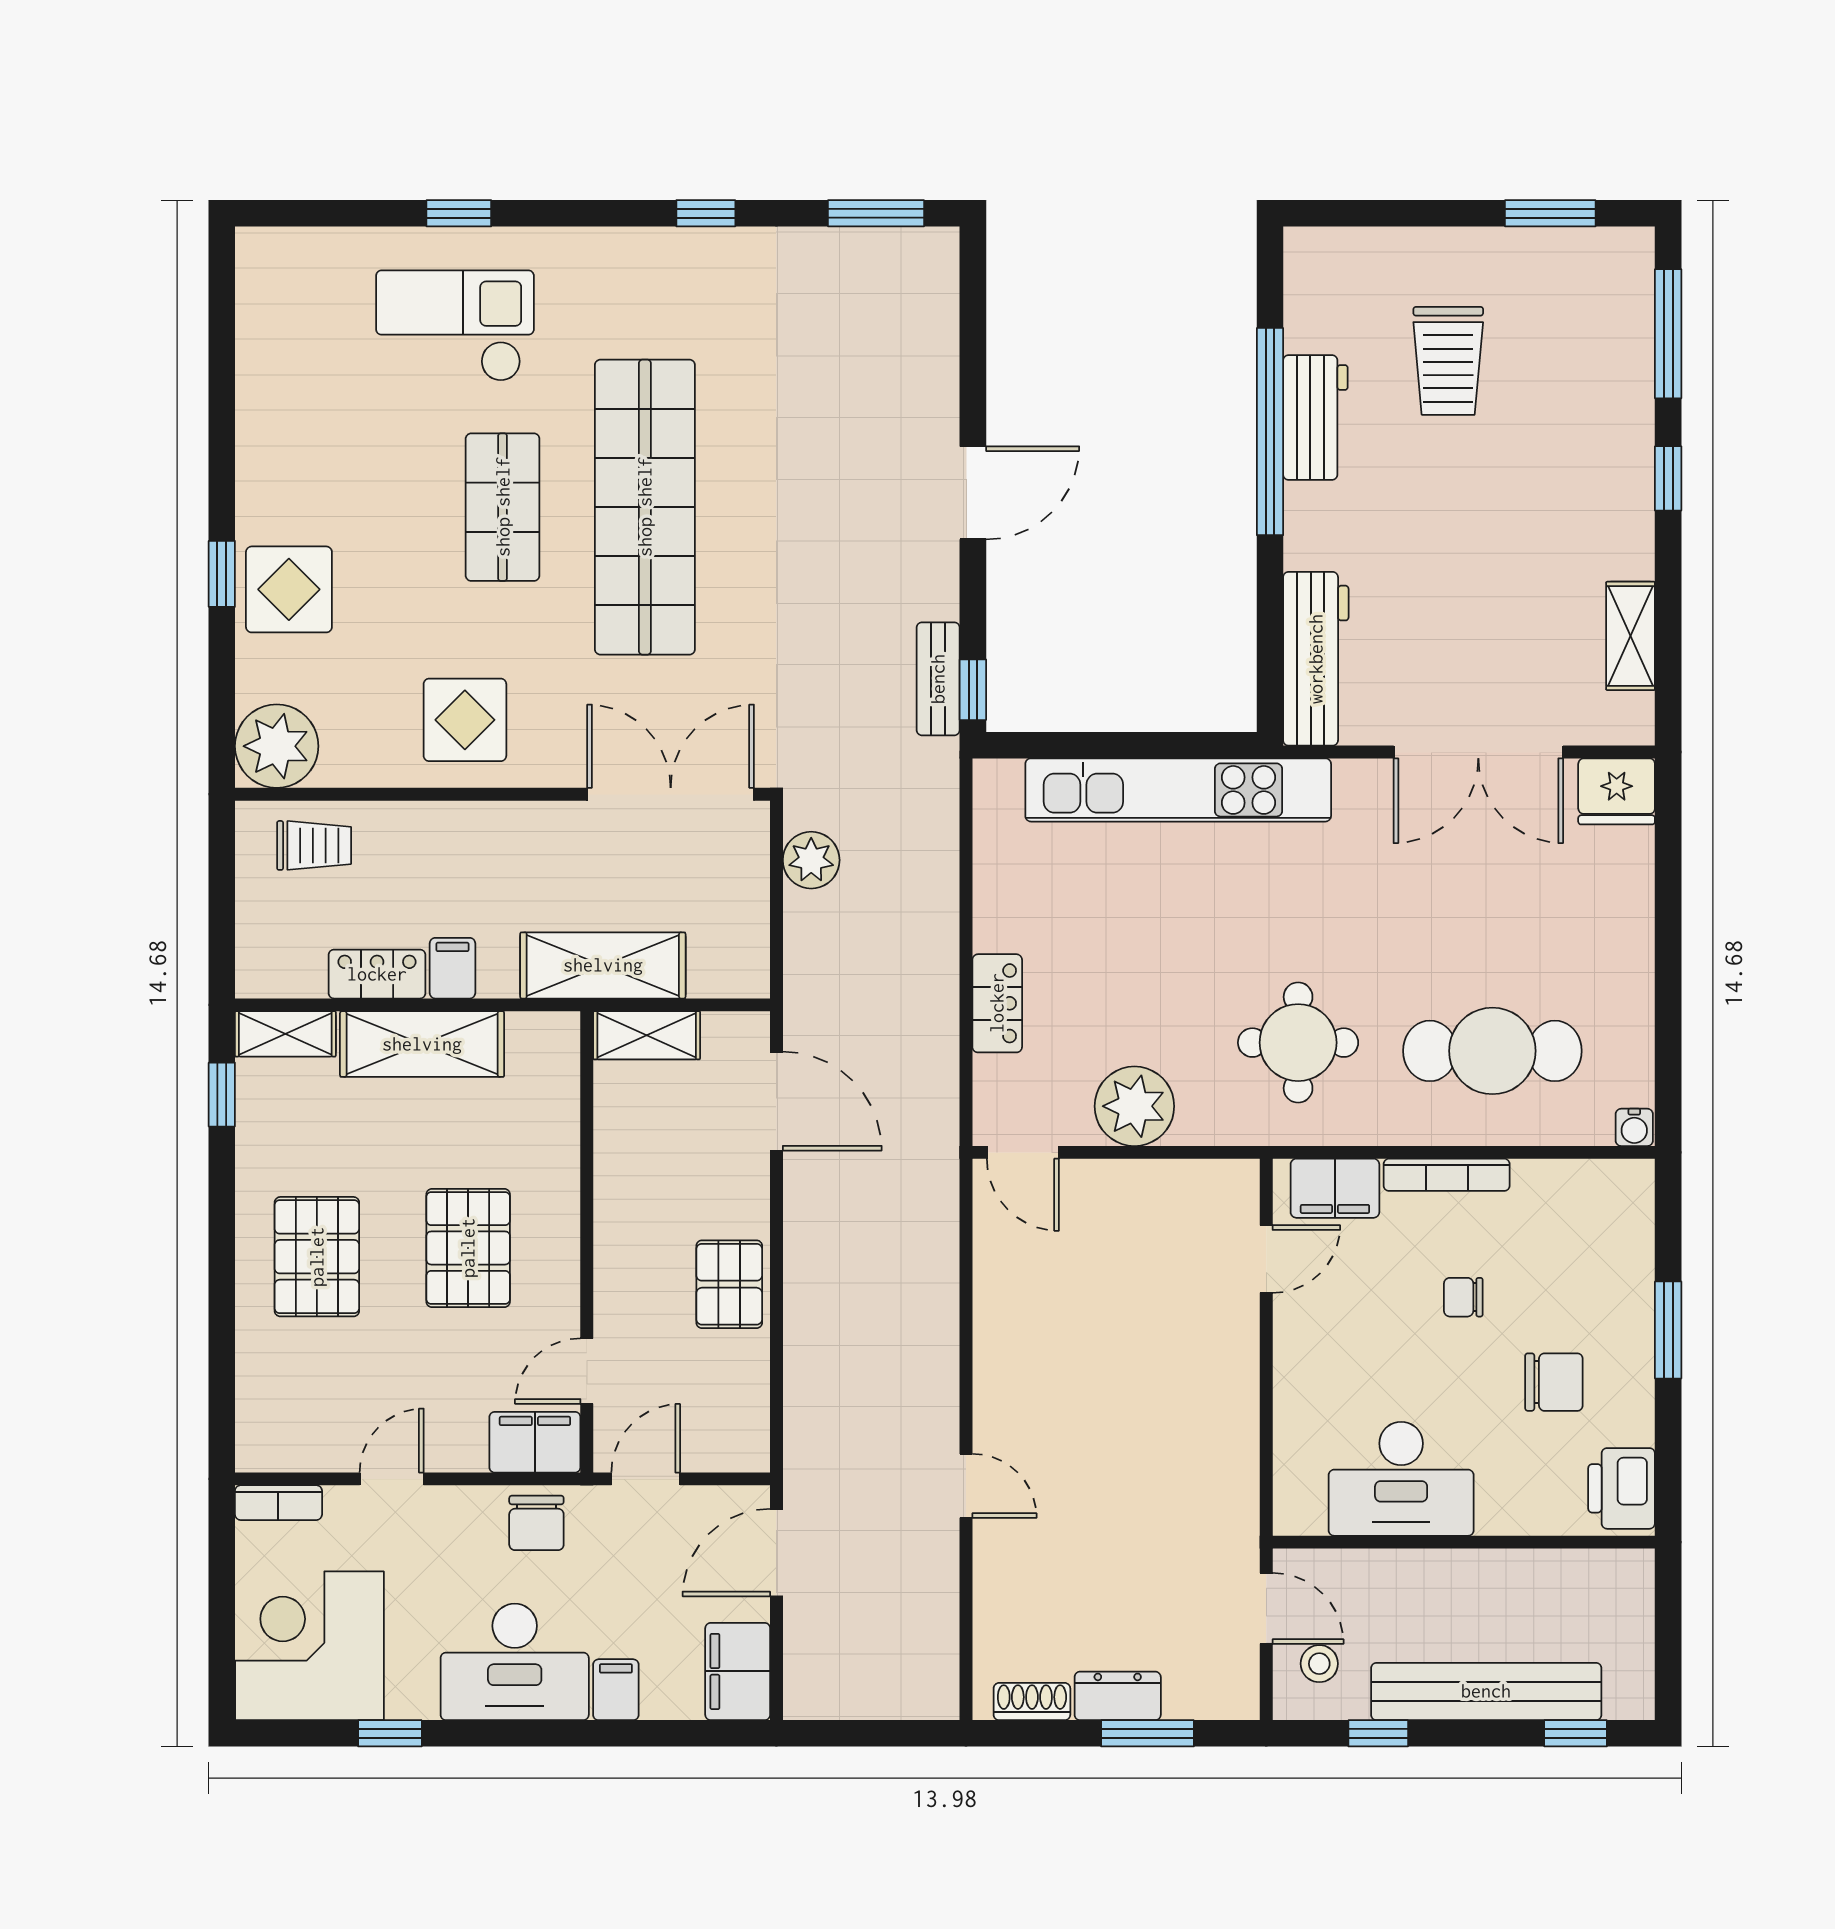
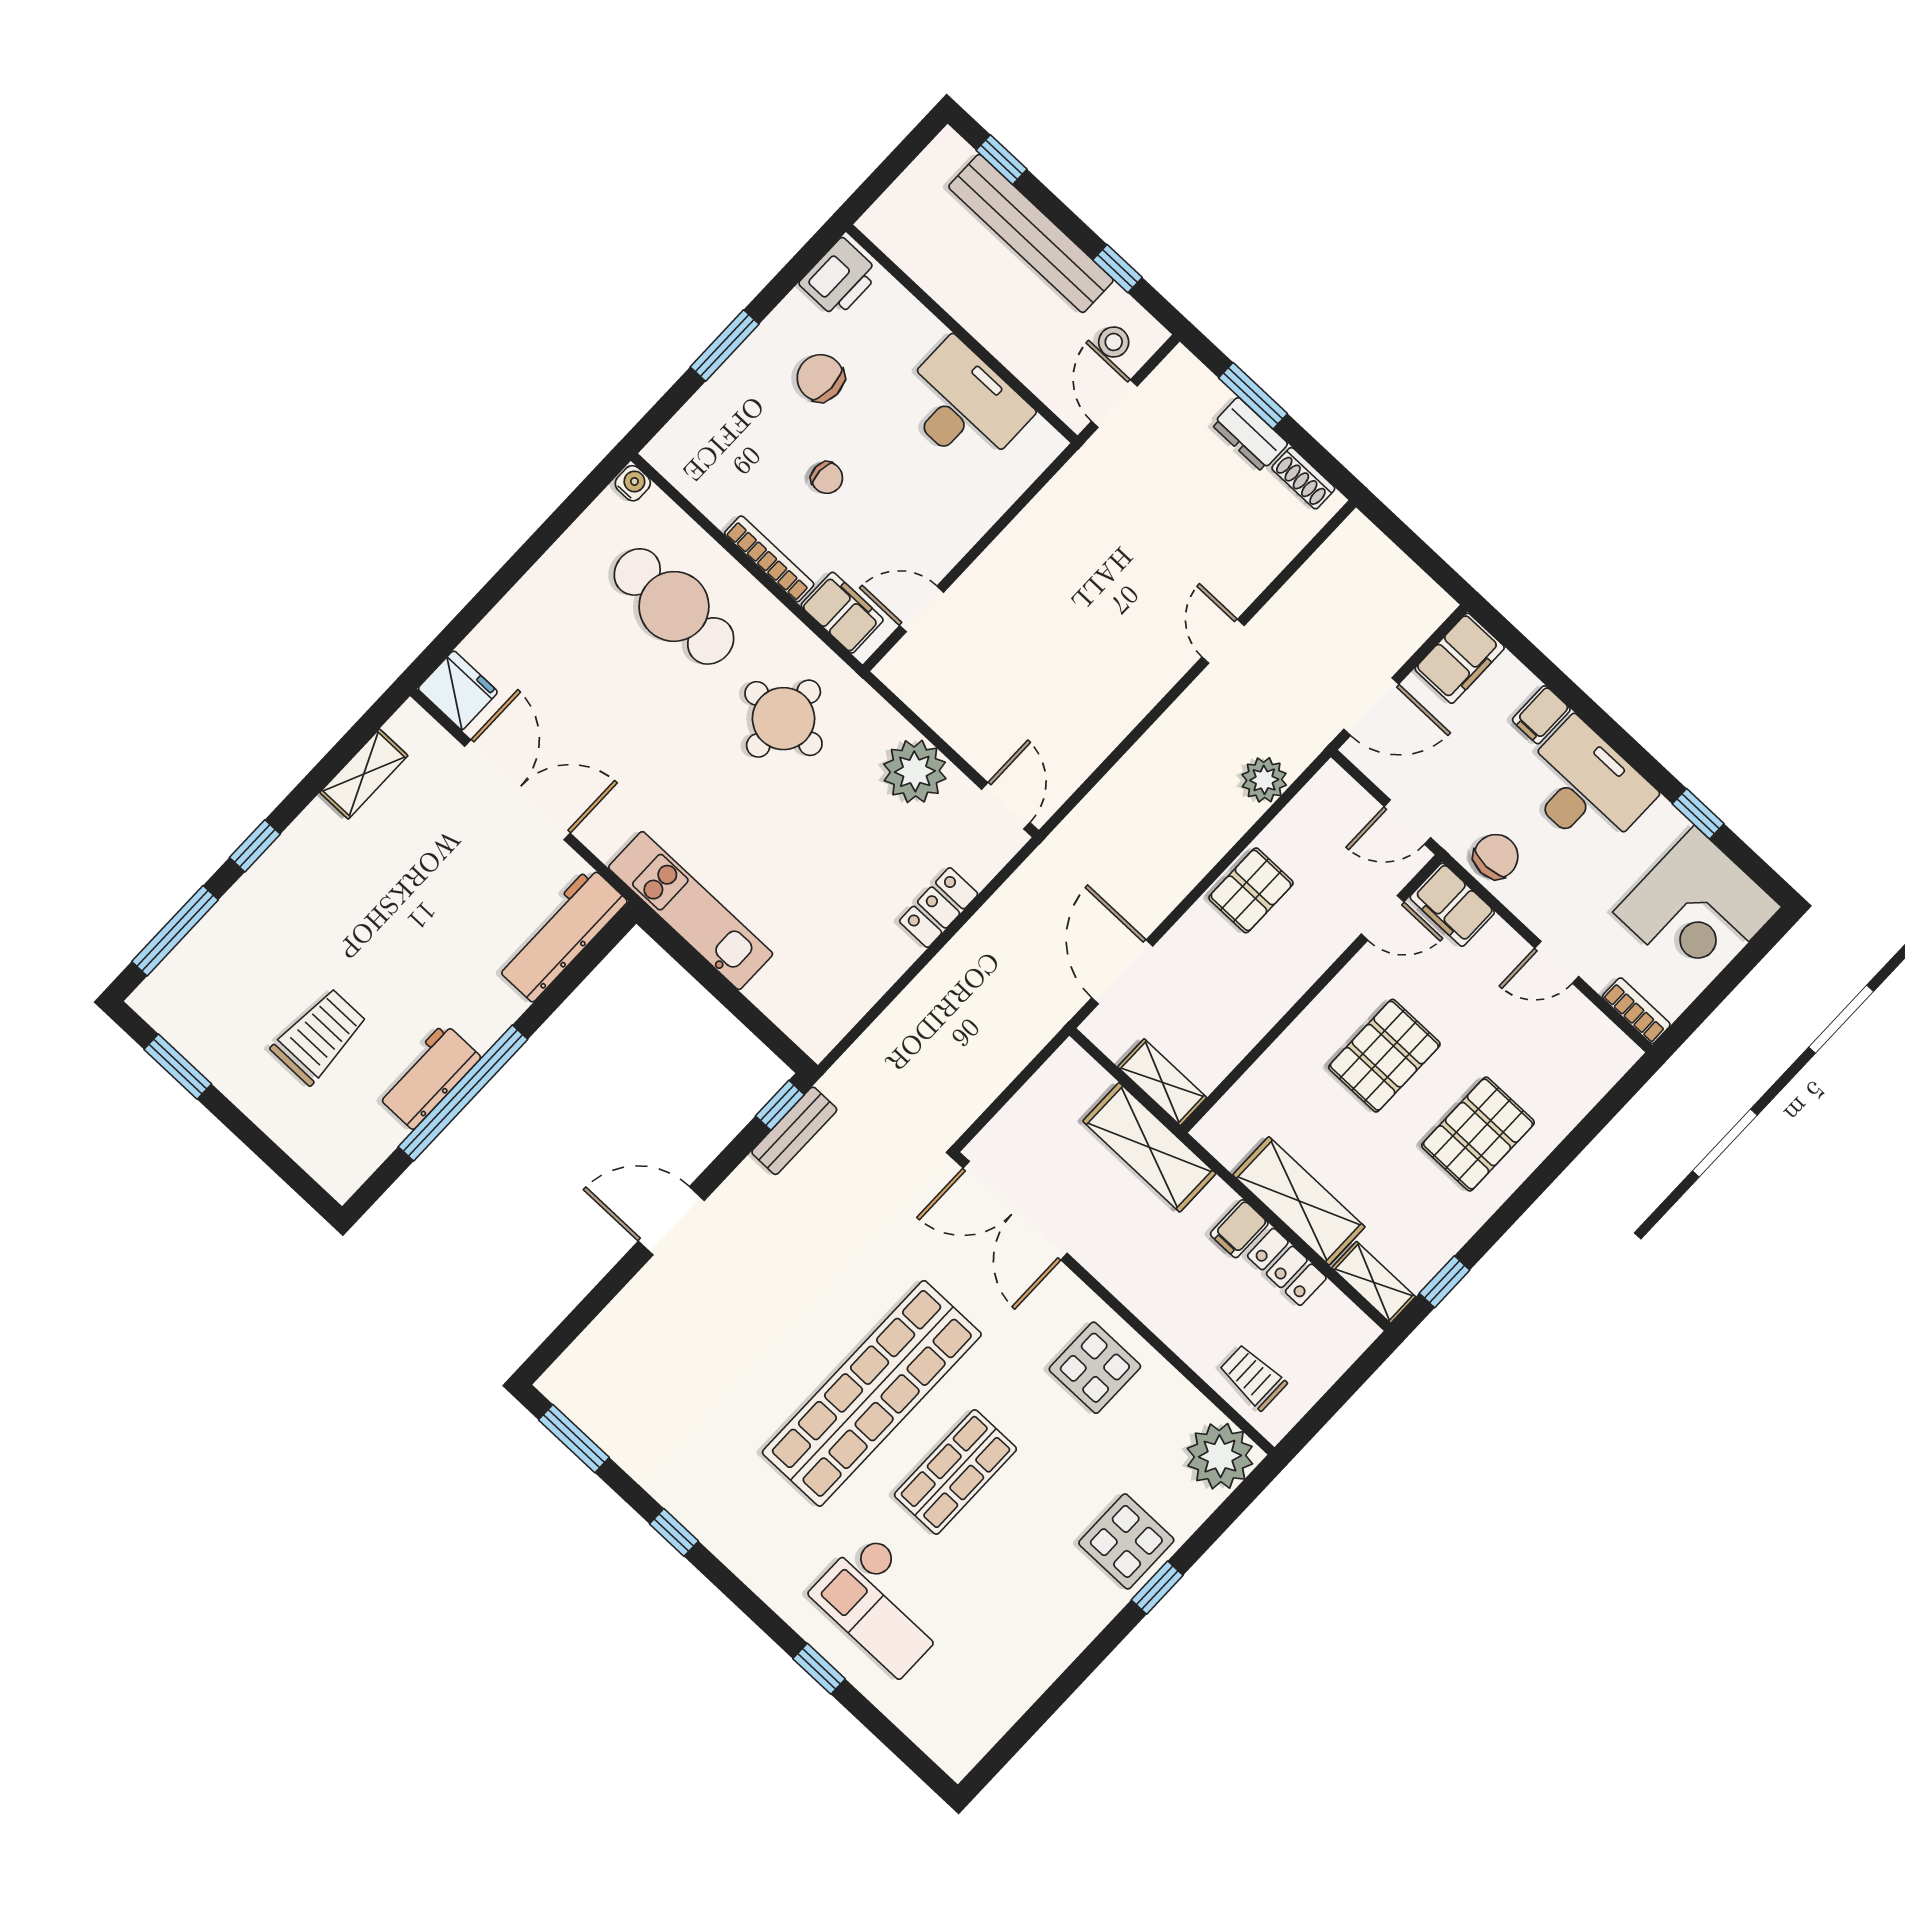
kitchen unit: (1178, 790) -> (691, 911), width x0.73
plant: (811, 860) -> (1264, 780), moved

